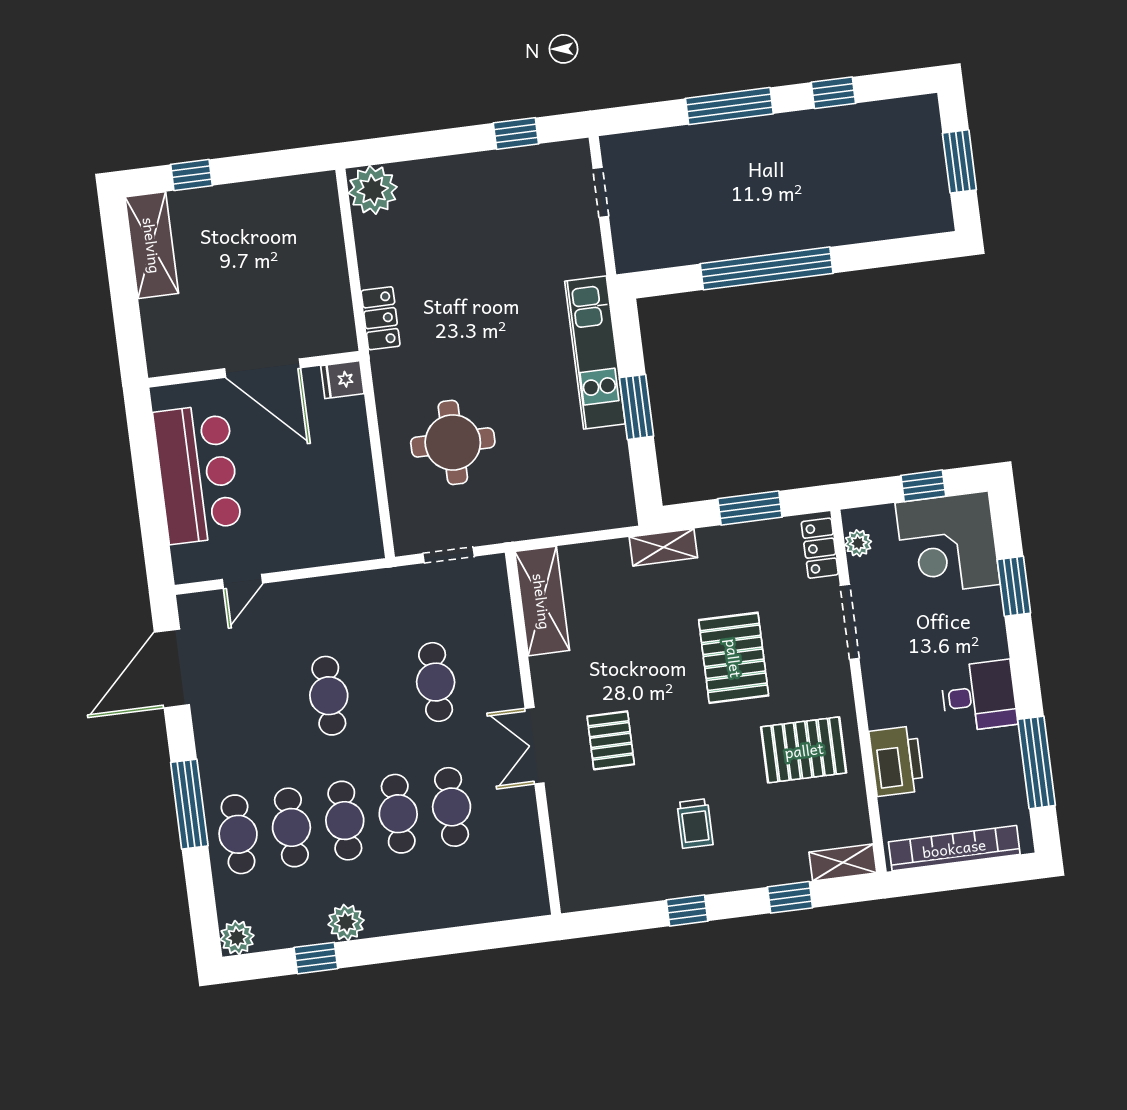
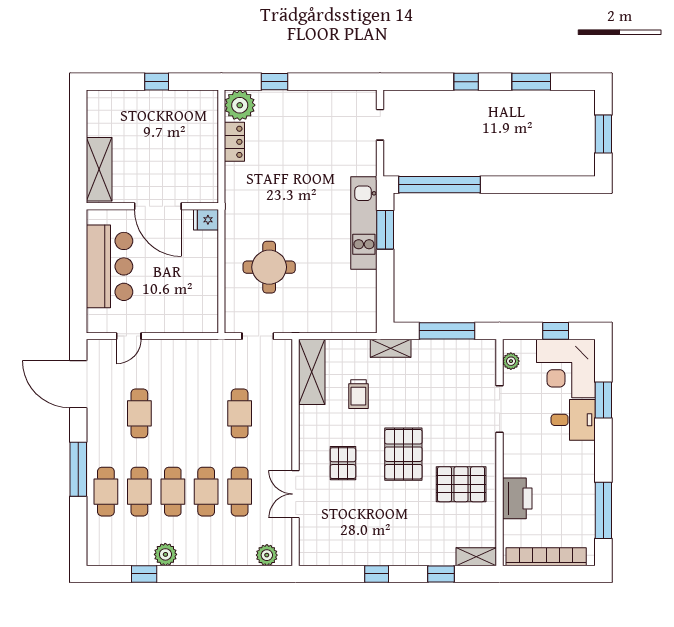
window: (833, 93) -> (531, 82), width x1.50
window: (729, 106) -> (466, 82), width x0.46
window: (516, 133) -> (275, 82), moved
window: (192, 175) -> (157, 82), moved
shelving: (152, 245) -> (99, 169), moved
window: (767, 268) -> (439, 185), moved
locker: (381, 318) -> (234, 142), moved
window: (637, 407) -> (385, 230), moved
window: (750, 508) -> (447, 331), width x1.44
locker: (820, 548) -> (487, 361), removed
pallet: (734, 658) -> (403, 454), moved
door: (172, 668) -> (78, 384), hinge flipped
cafe table: (329, 696) -> (139, 413), moved
desk: (979, 696) -> (573, 420), moved
double door: (535, 746) -> (296, 494), moved
trolley: (695, 824) -> (358, 394), moved
plant: (237, 937) -> (267, 555), moved

